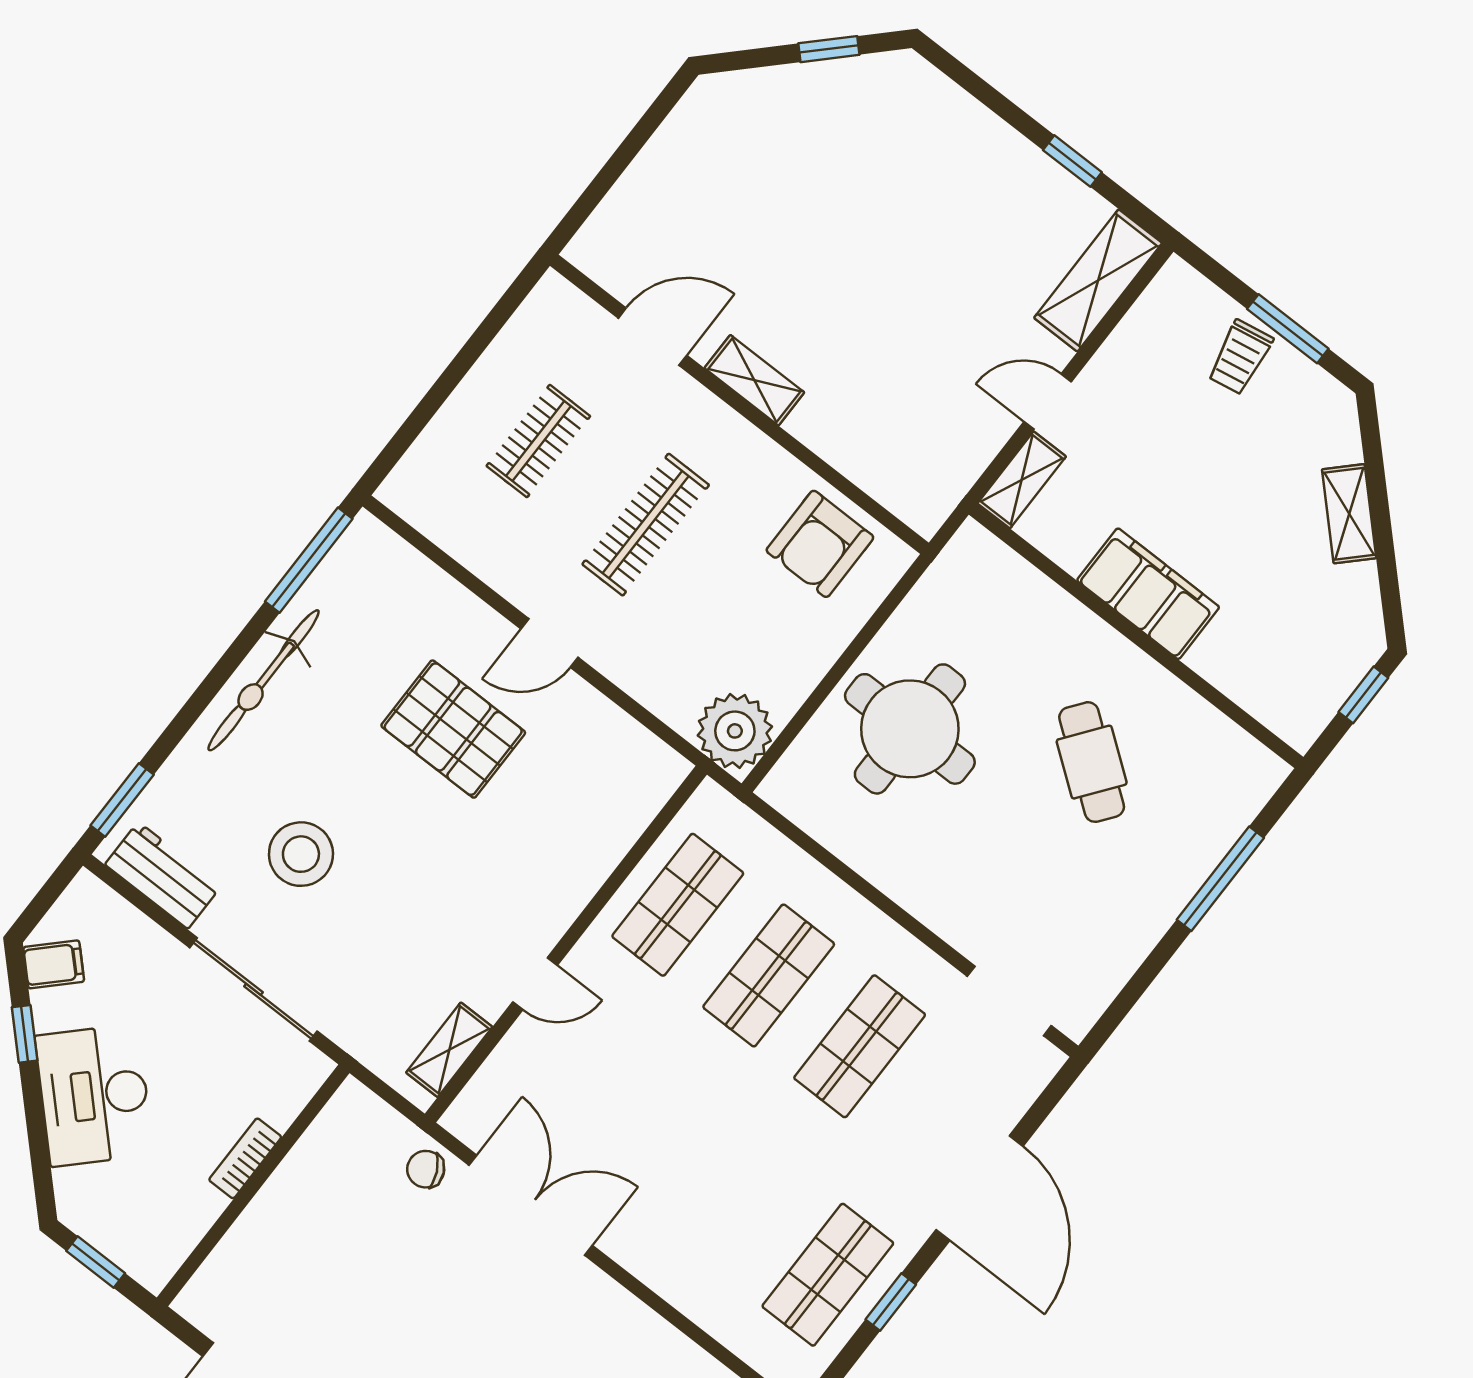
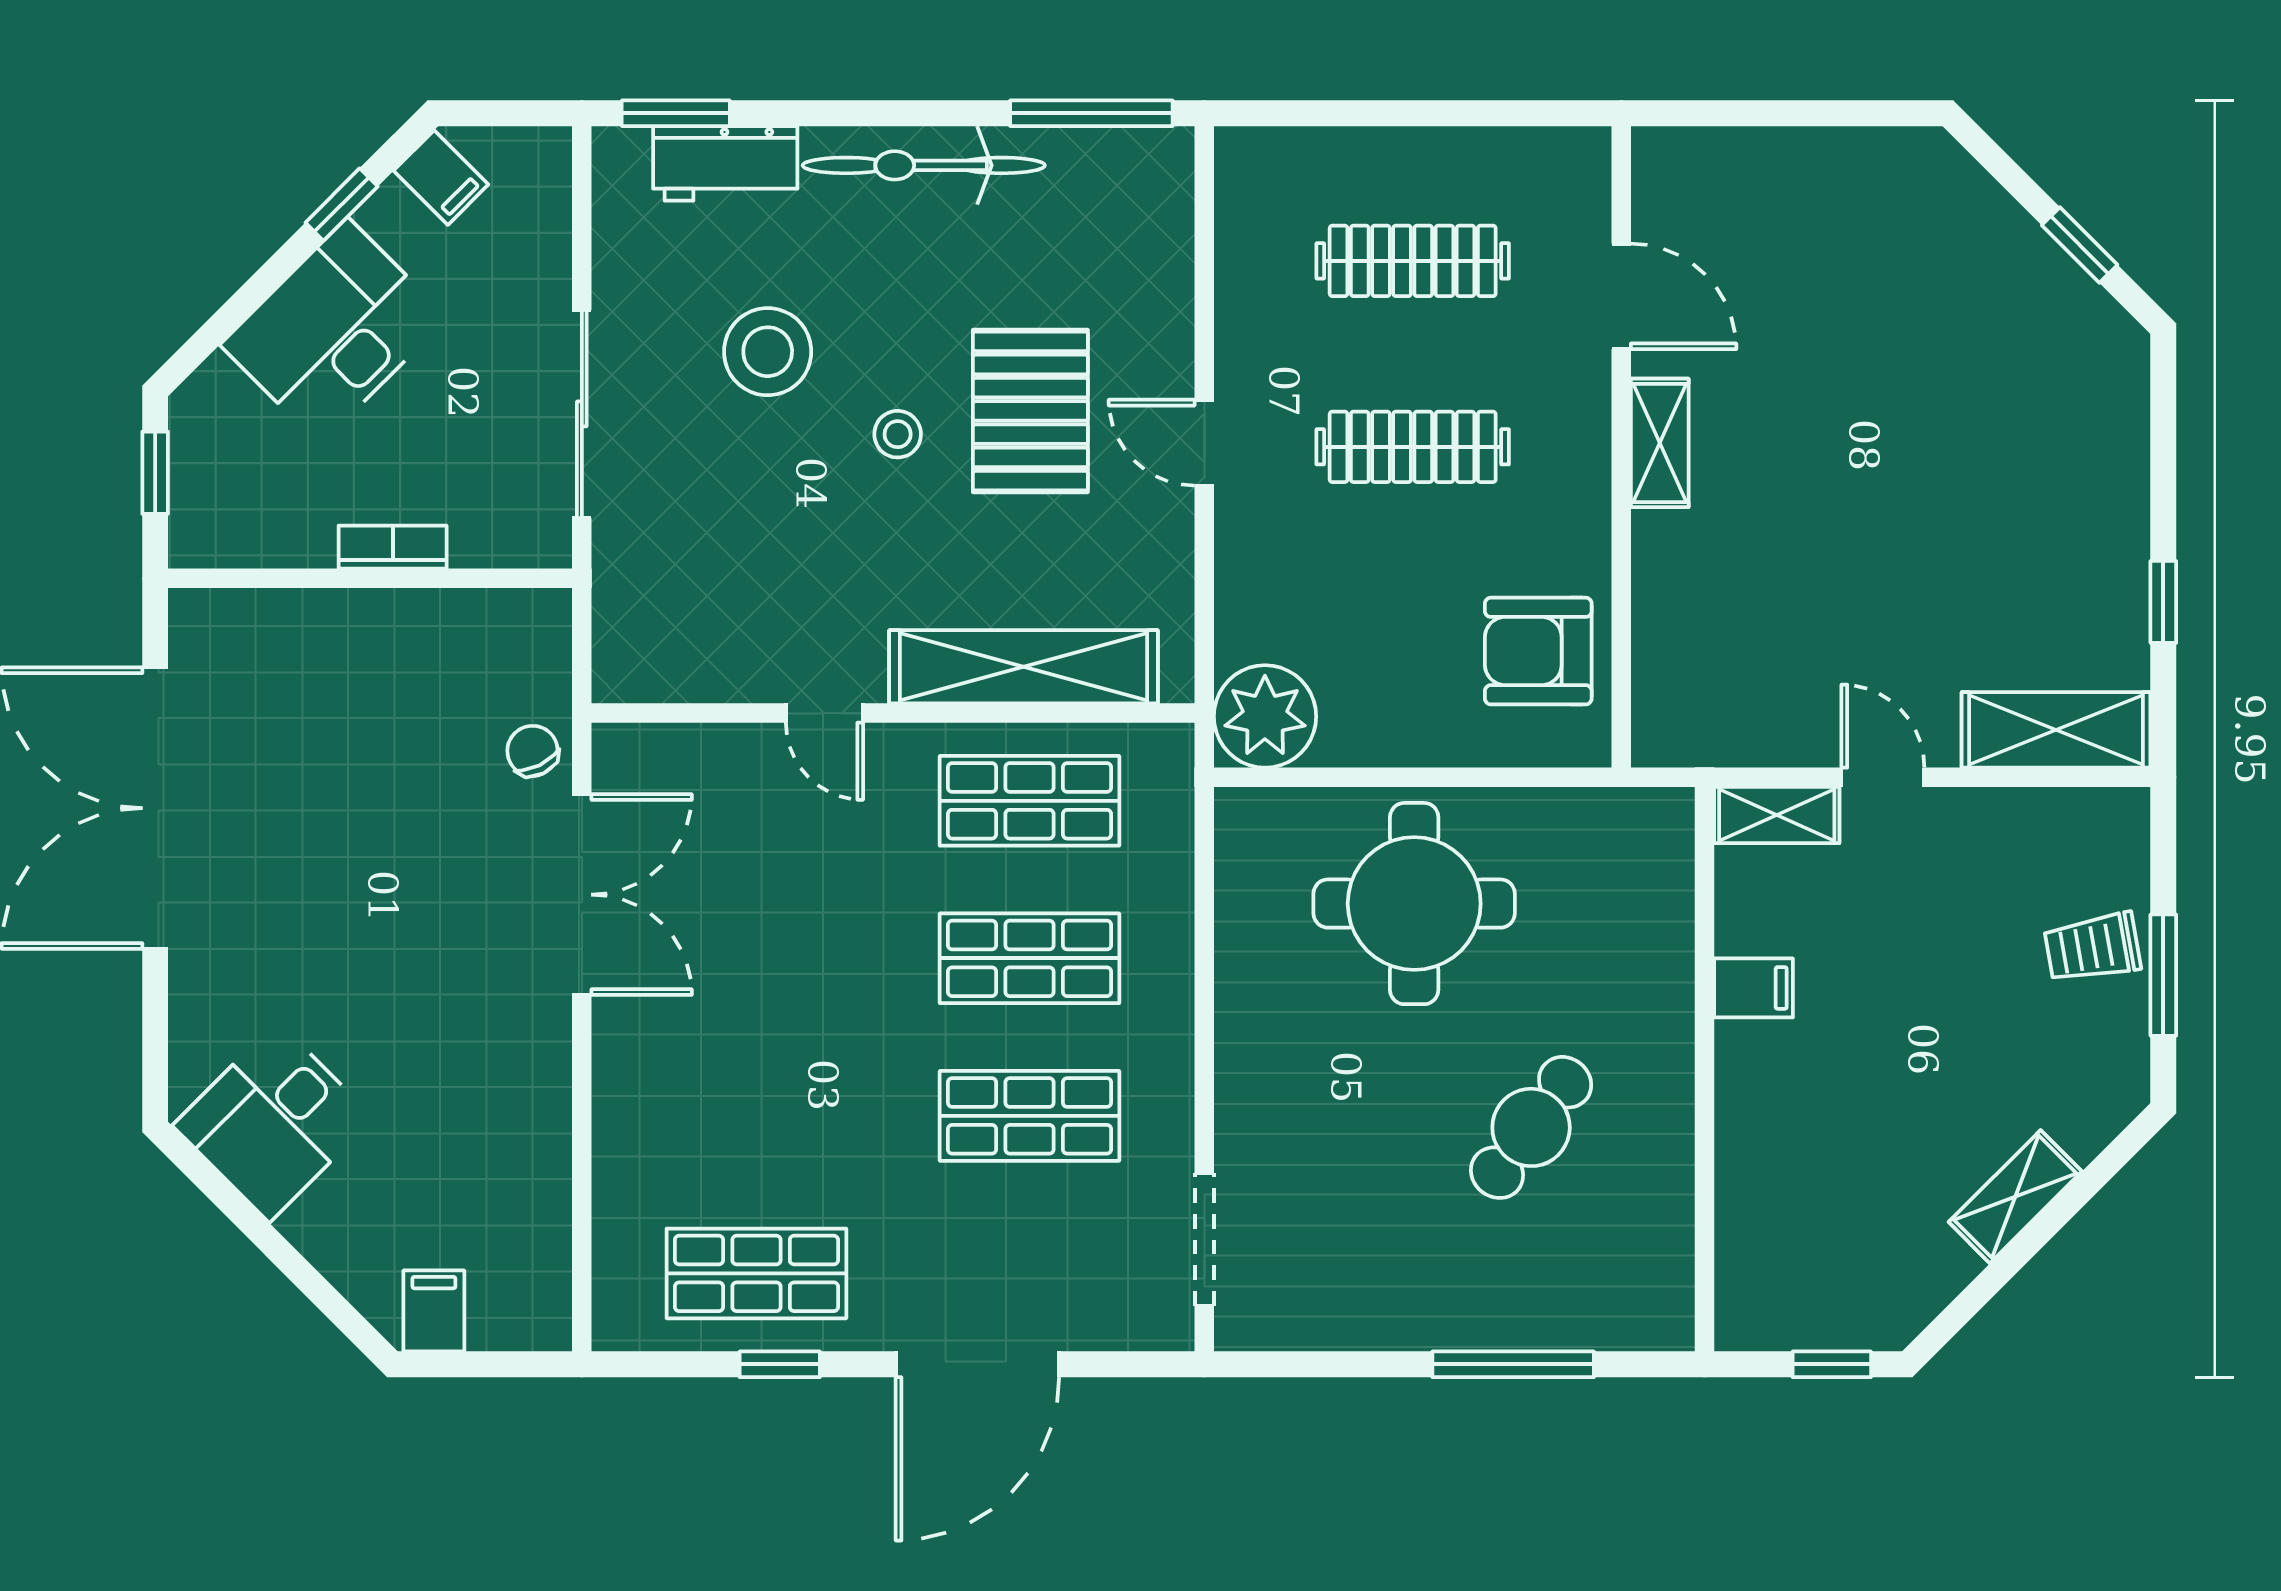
clothes rail: (538, 441) -> (1413, 261), width x1.36
filing cabinet: (1148, 594) -> (1754, 988), width x0.33, depth x0.86
stool: (407, 816) -> (898, 434), added
workbench: (163, 875) -> (725, 163), moved, turned 90
shelving: (449, 1050) -> (1023, 667), moved, width x2.20, depth x1.33

